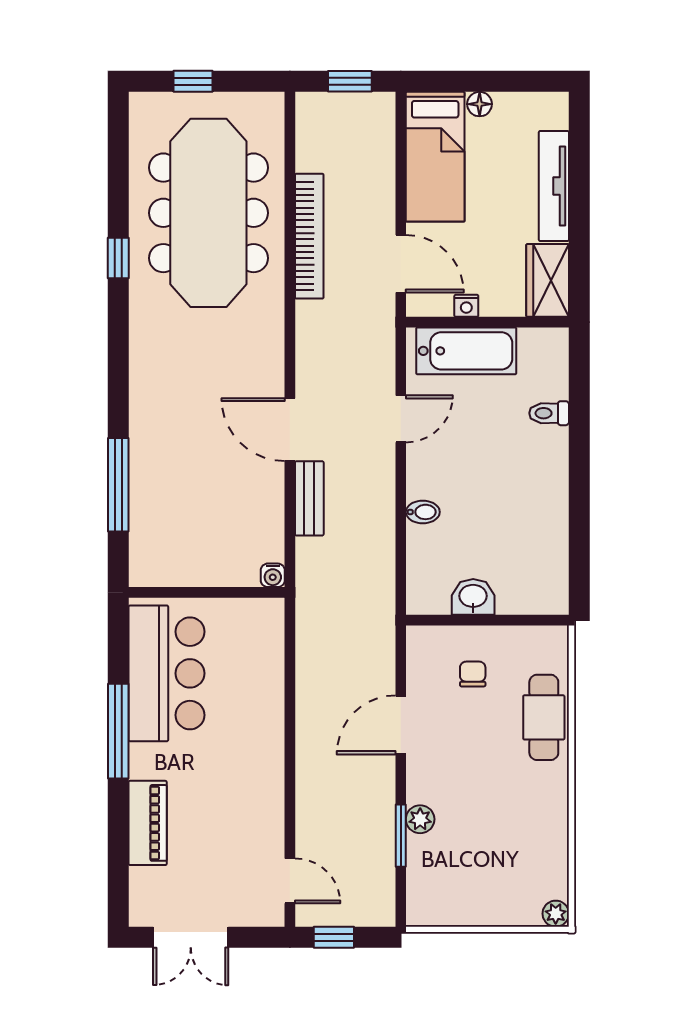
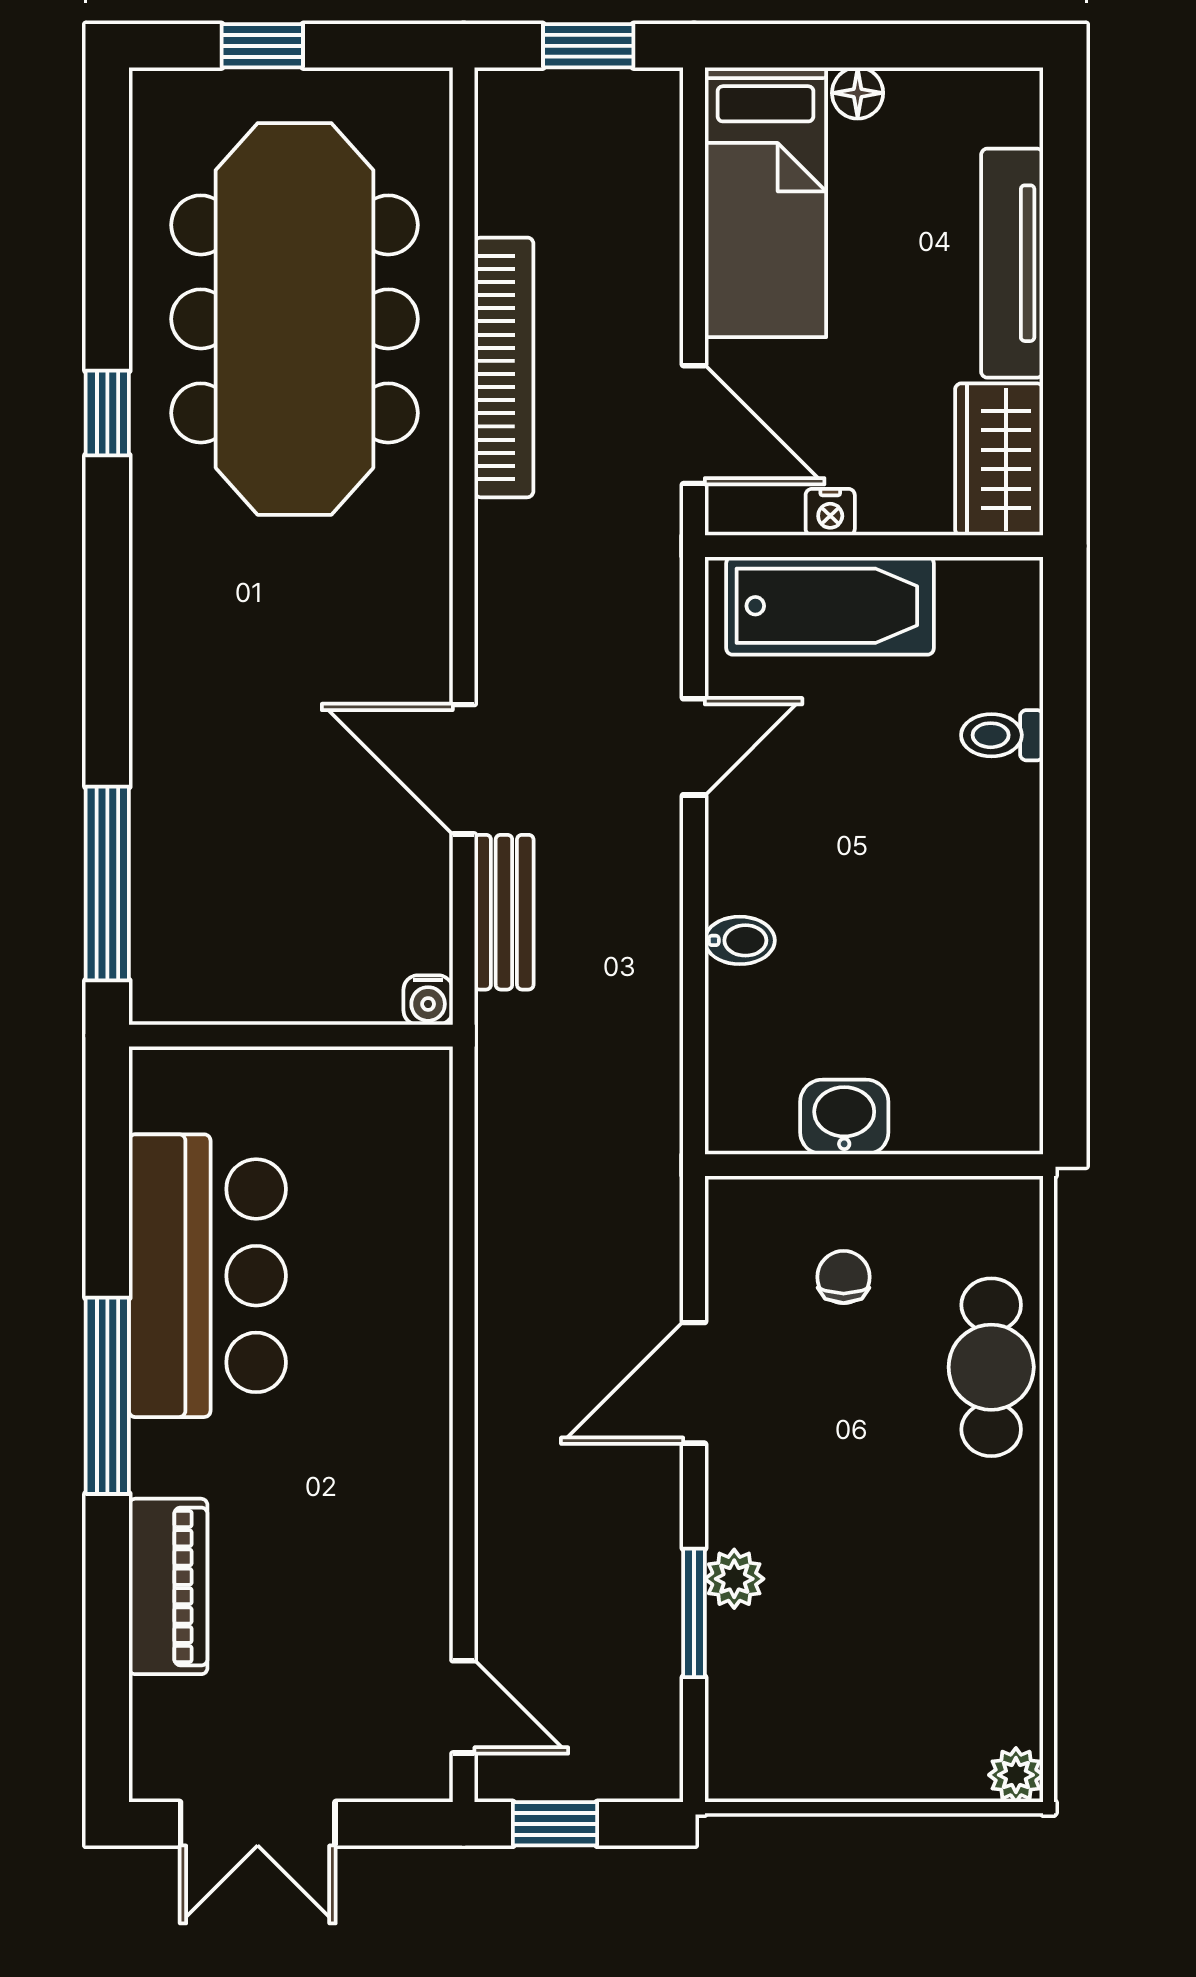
water cooler: (273, 575) -> (428, 1000), moved
wall: (207, 592) -> (291, 1036), moved

